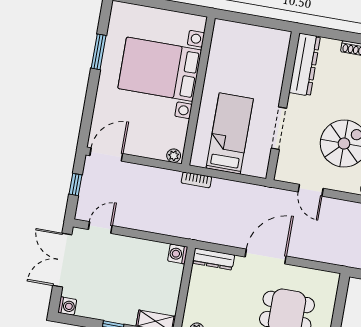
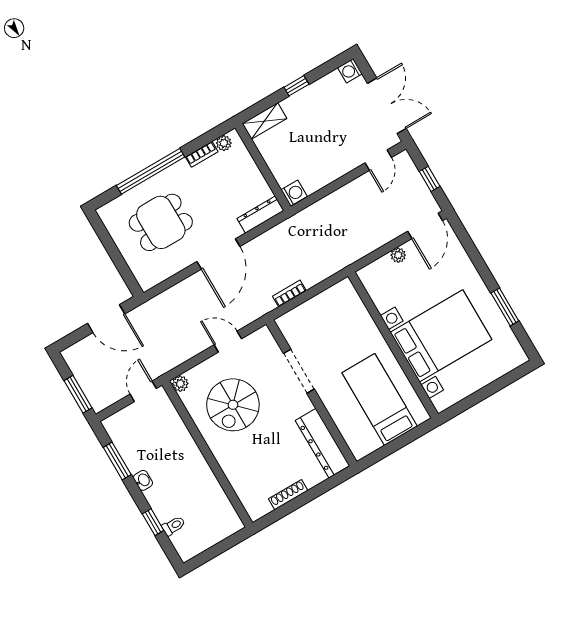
bed: (230, 133) -> (380, 399), moved, turned 180
plant: (174, 156) -> (398, 255), moved
bookcase: (196, 180) -> (289, 293), moved

